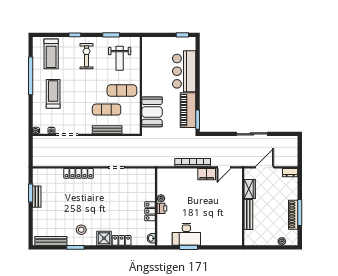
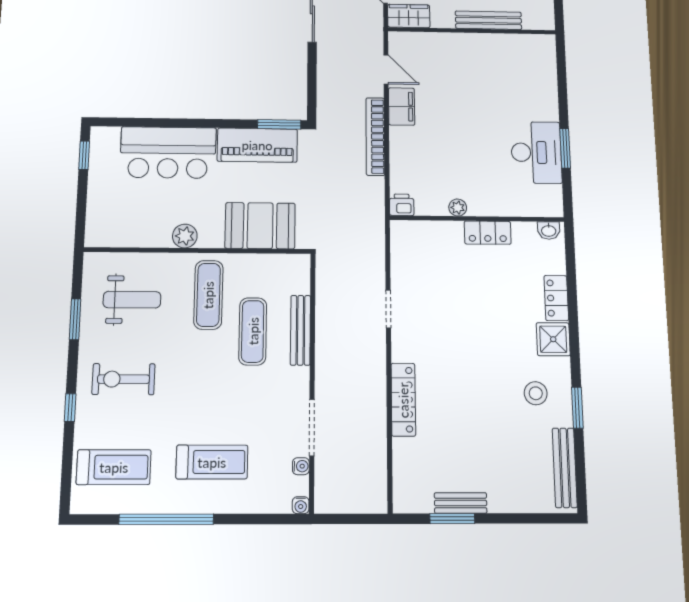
plant: (147, 80) -> (185, 236), added
treadmill: (53, 94) -> (212, 462), turned 180
wardrobe: (250, 189) -> (409, 16), moved
printer: (162, 208) -> (402, 205), moved

